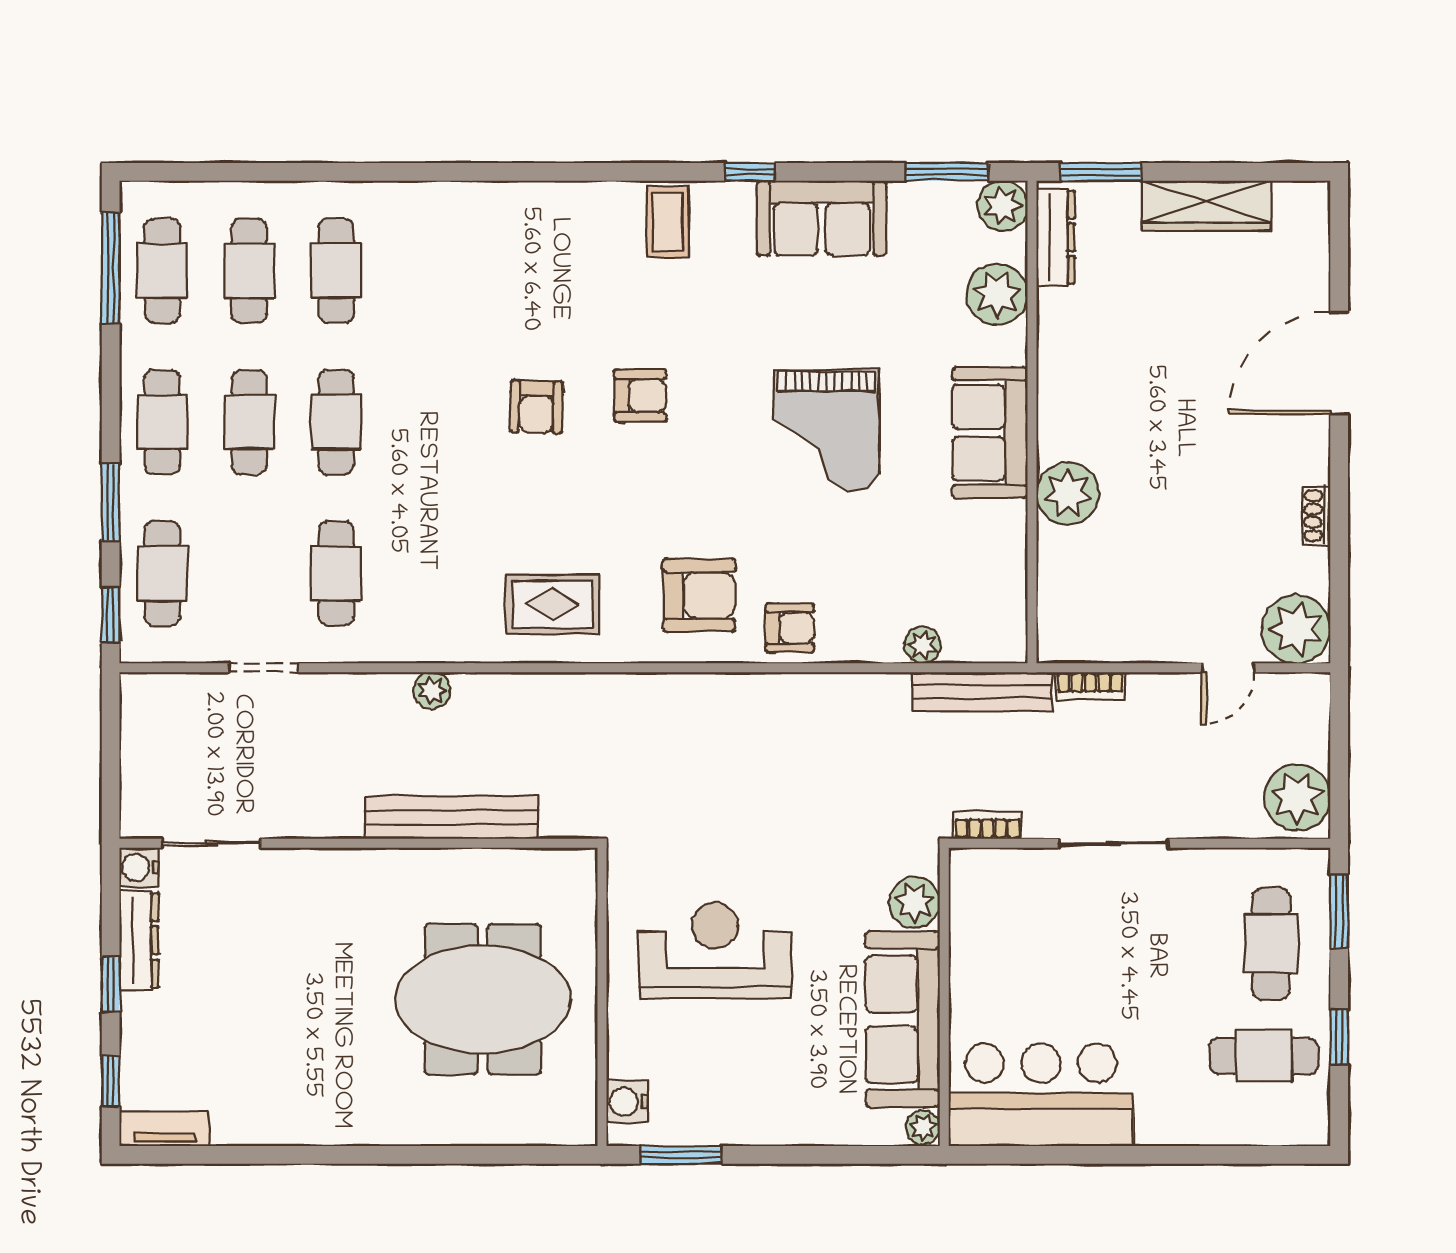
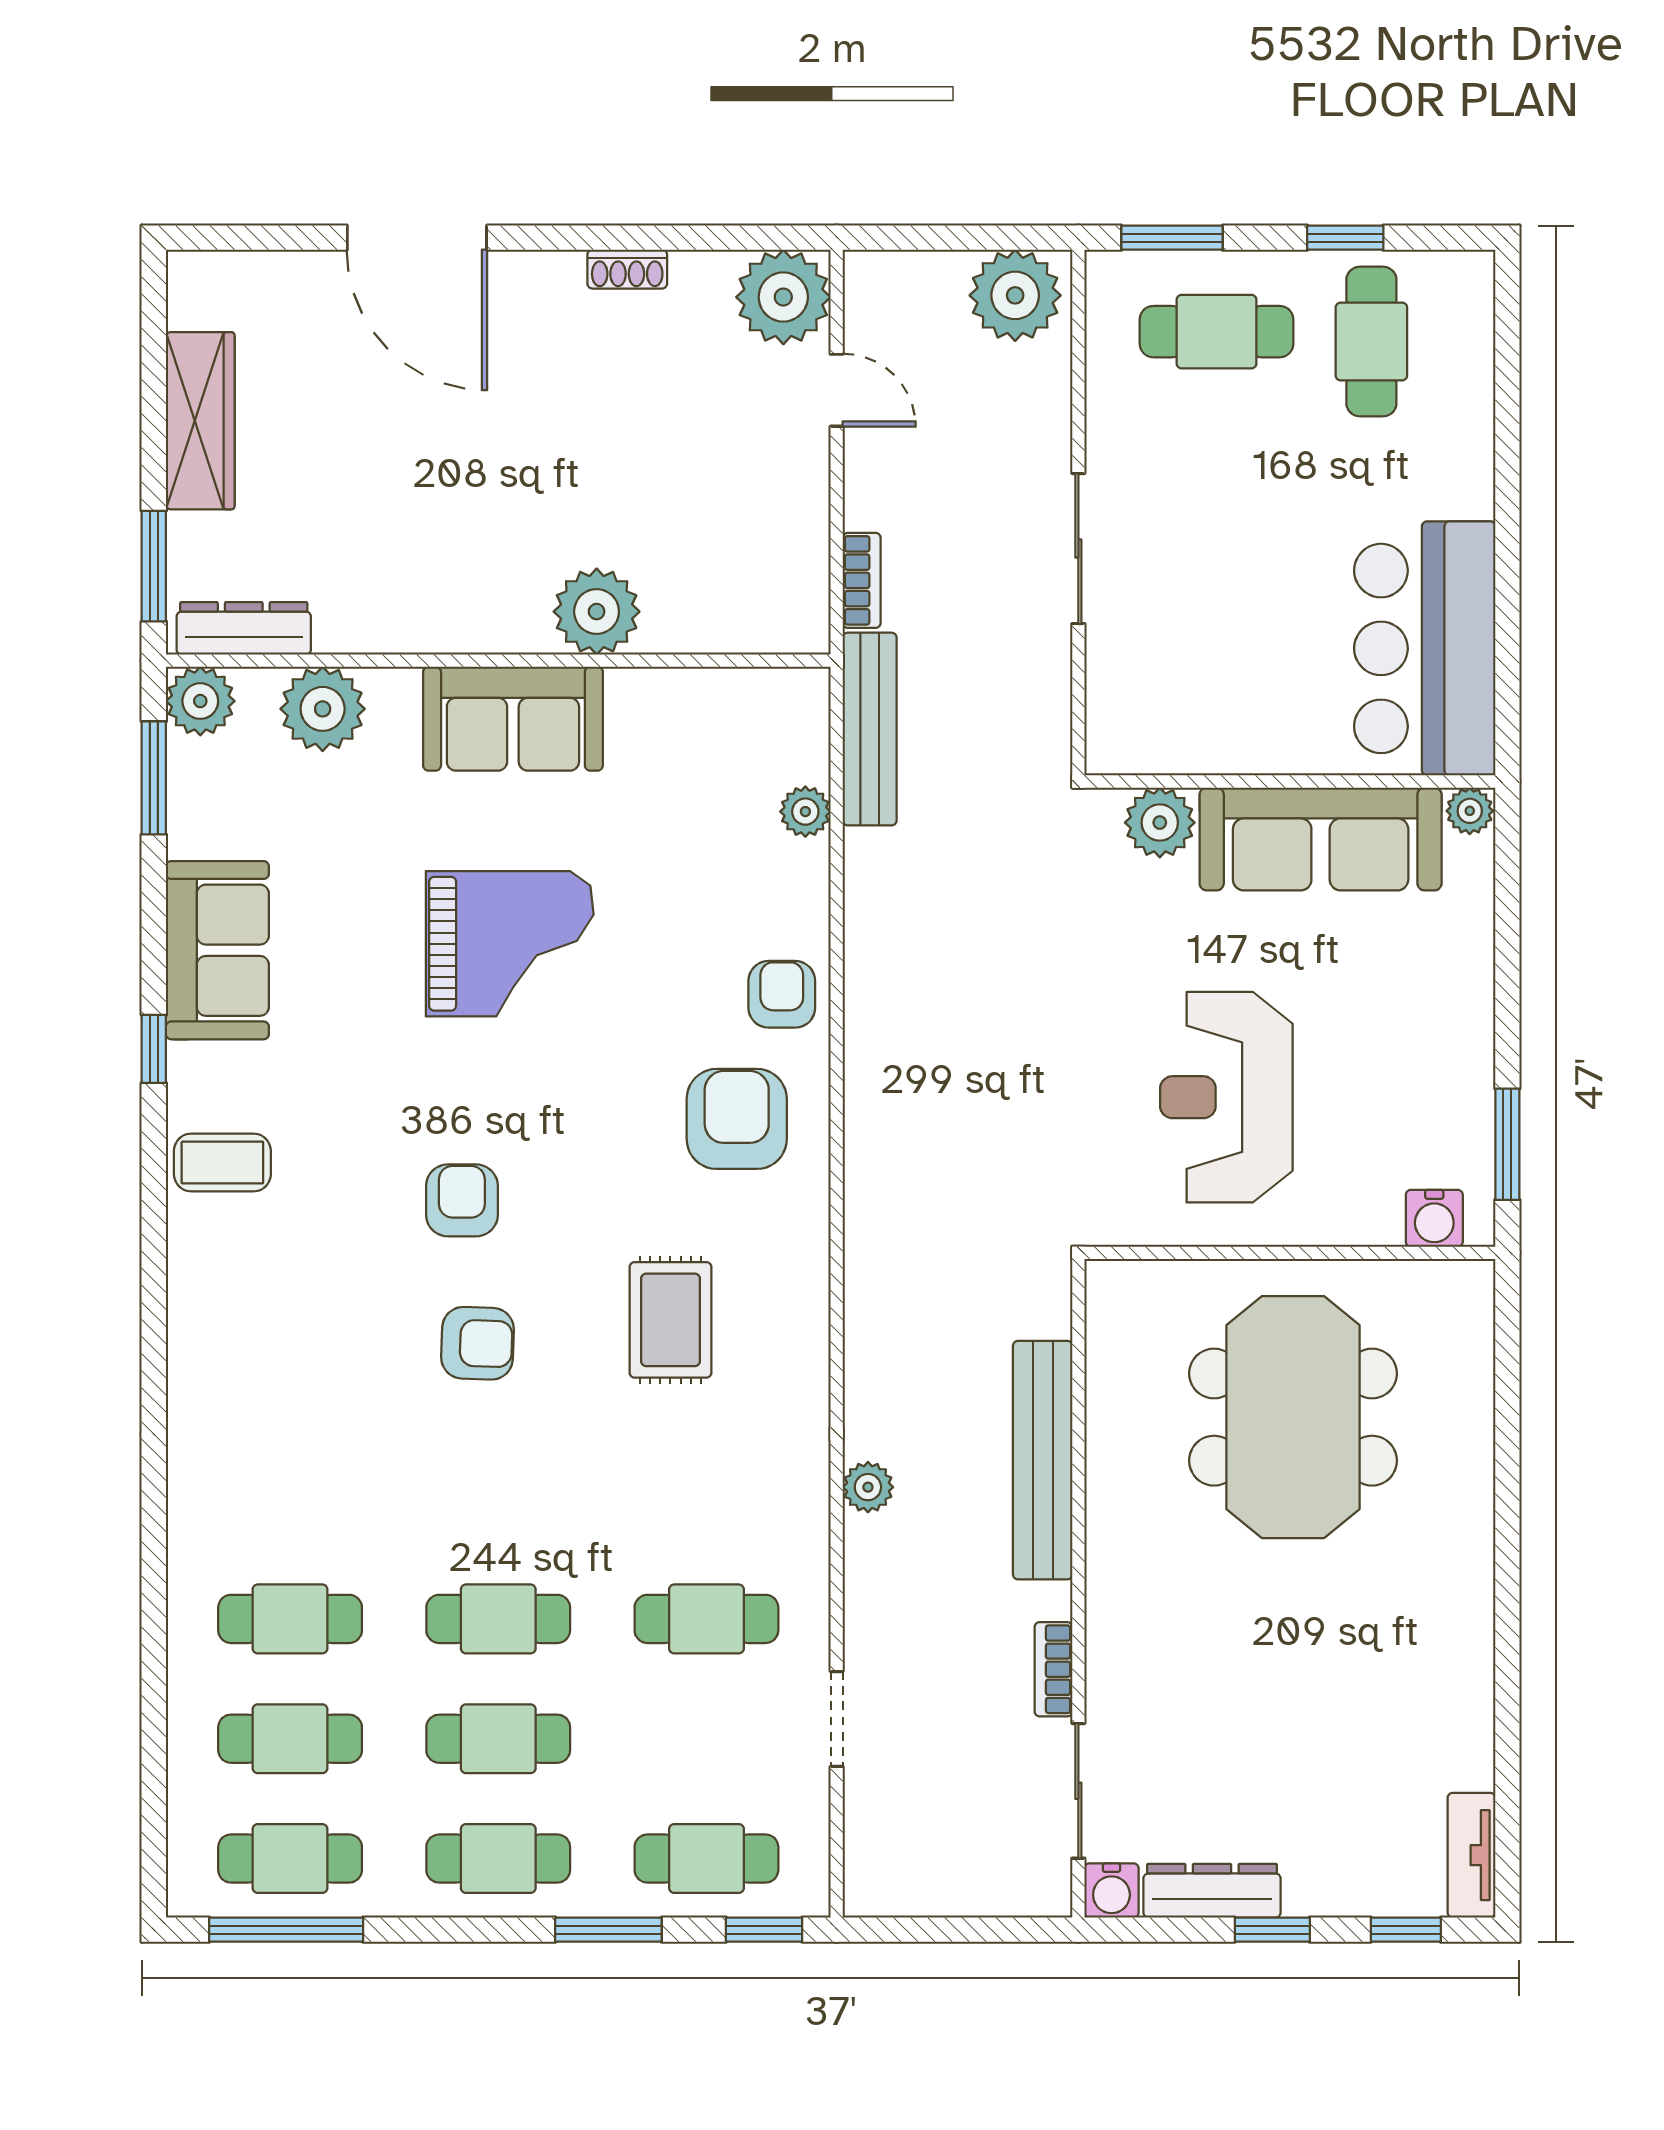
rug: (553, 605) -> (670, 1320), moved
bookcase: (988, 825) -> (1053, 1669), moved

